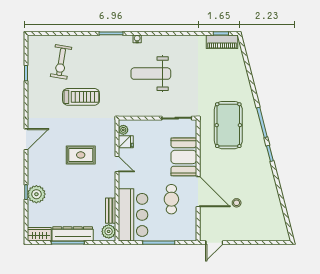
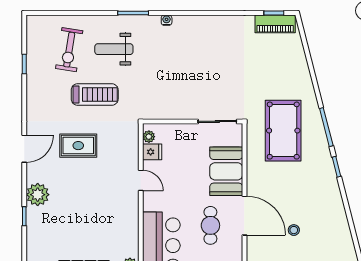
weight bench: (151, 74) -> (114, 49), moved, width x0.73, depth x0.75
rug: (81, 155) -> (78, 146), moved
plant: (36, 194) -> (38, 195), moved
bench: (111, 211) -> (133, 240), removed

